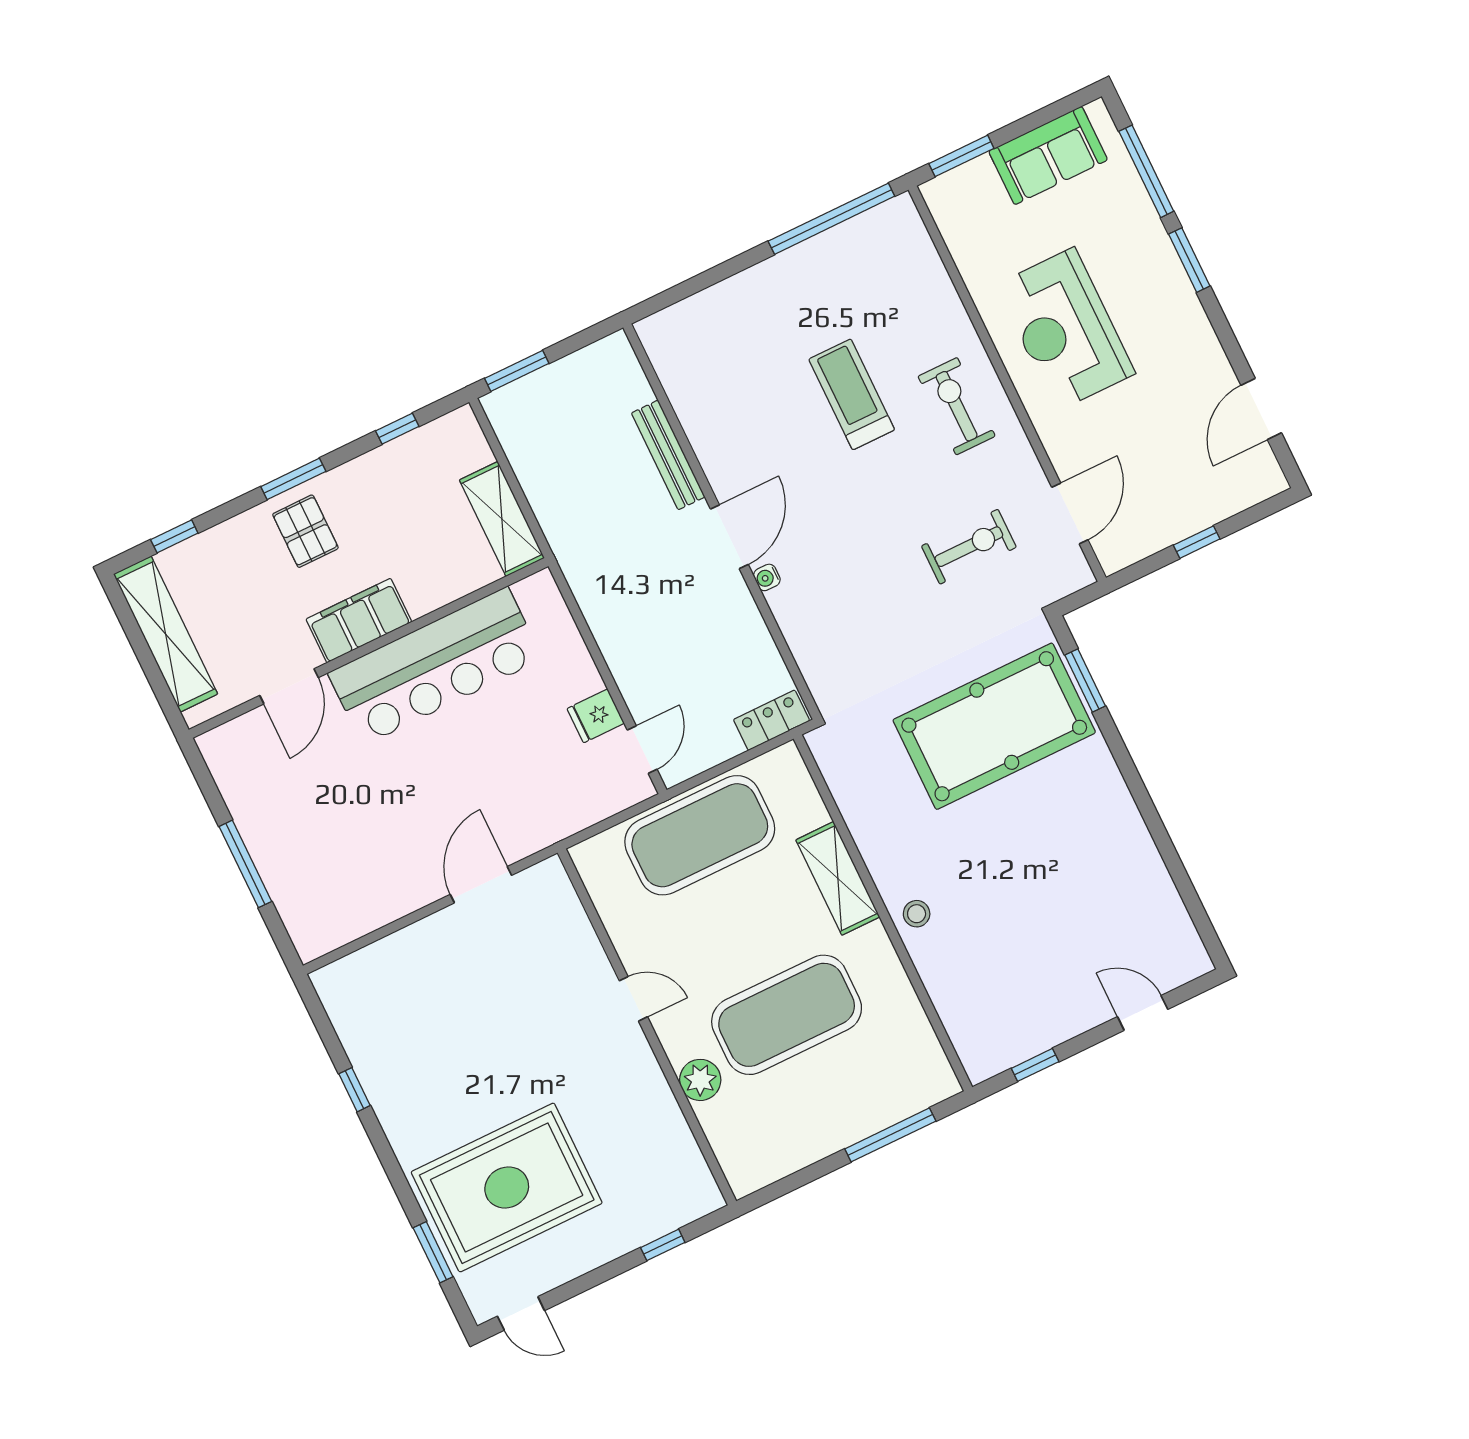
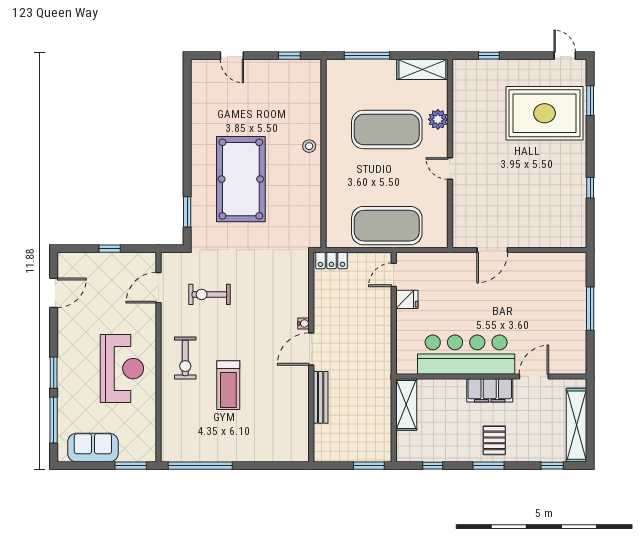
pool table: (994, 726) -> (241, 179), moved, turned 90
shelving: (838, 878) -> (422, 69), moved, turned 90

